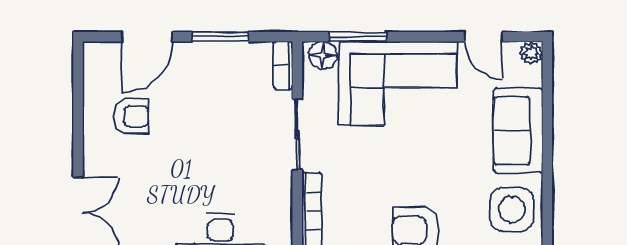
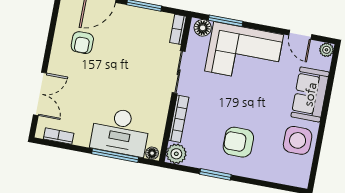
armchair: (131, 116) -> (82, 43), turned 90

